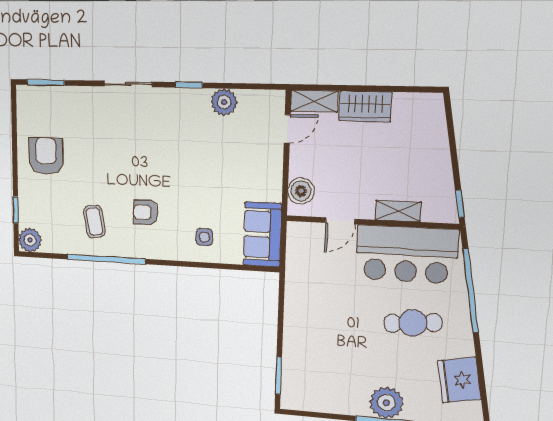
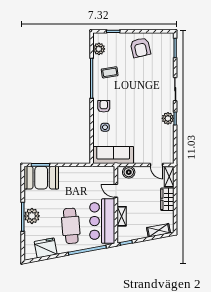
plant: (224, 102) -> (168, 118), moved
shelving: (436, 129) -> (159, 230), added
armchair: (46, 156) -> (140, 48), turned 77
armchair: (146, 212) -> (104, 106), moved
sofa: (262, 234) -> (113, 155), width x1.36
plant: (30, 240) -> (99, 49), moved
cafe table: (413, 323) -> (71, 226), width x1.37, depth x1.35
booth: (305, 376) -> (41, 178), added

